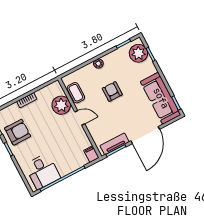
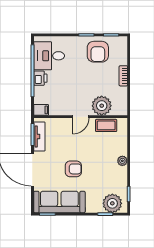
armchair: (112, 91) -> (73, 169), moved
printer: (65, 169) -> (40, 78), added

